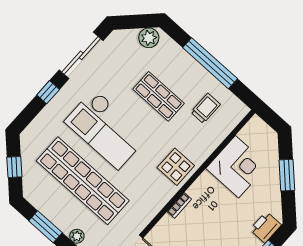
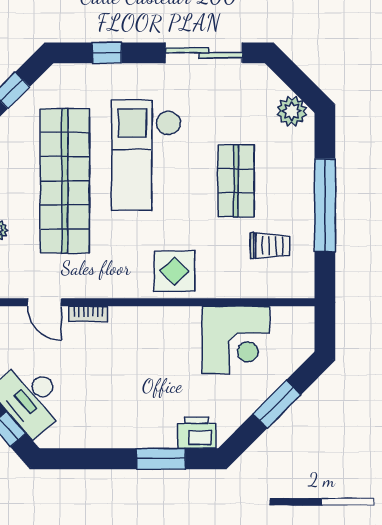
window: (48, 92) -> (107, 53), moved
bookcase: (179, 205) -> (88, 314), moved

